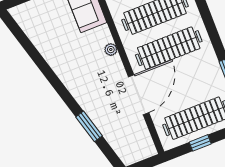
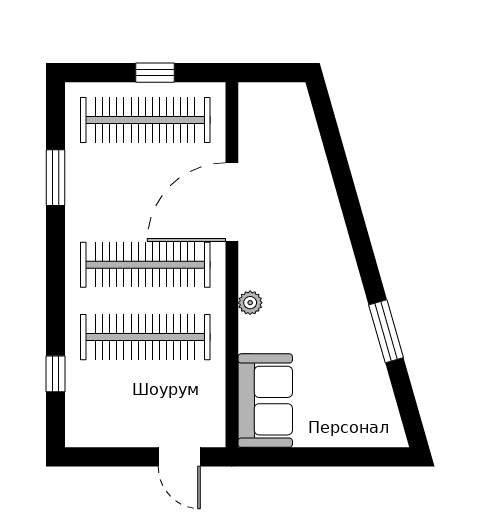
window: (89, 126) -> (386, 331), moved

